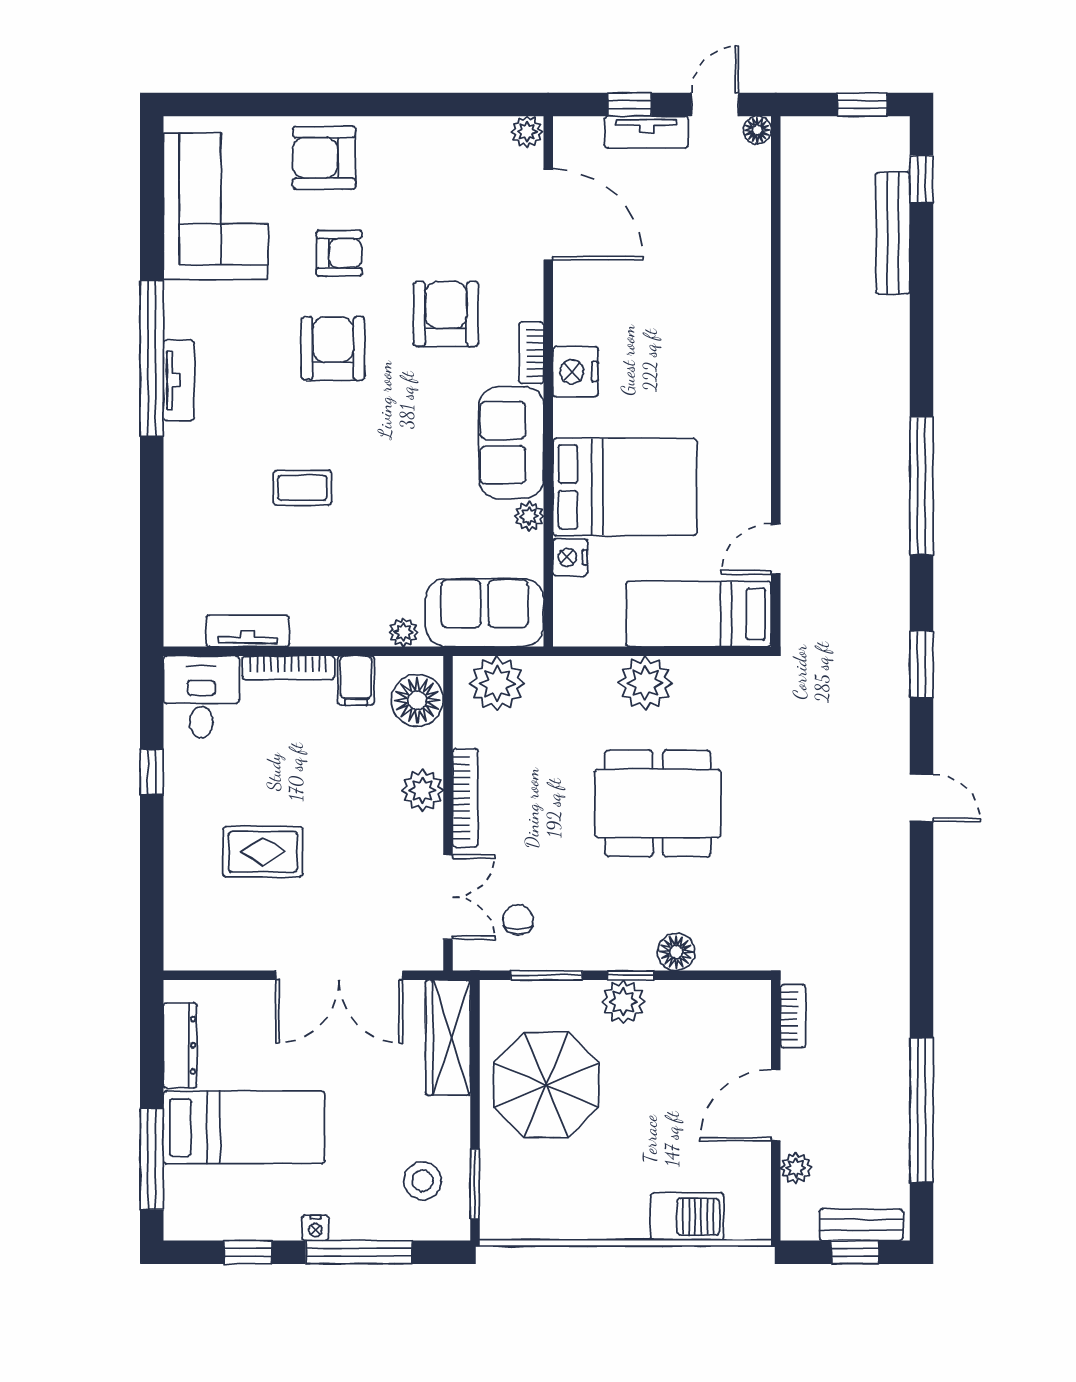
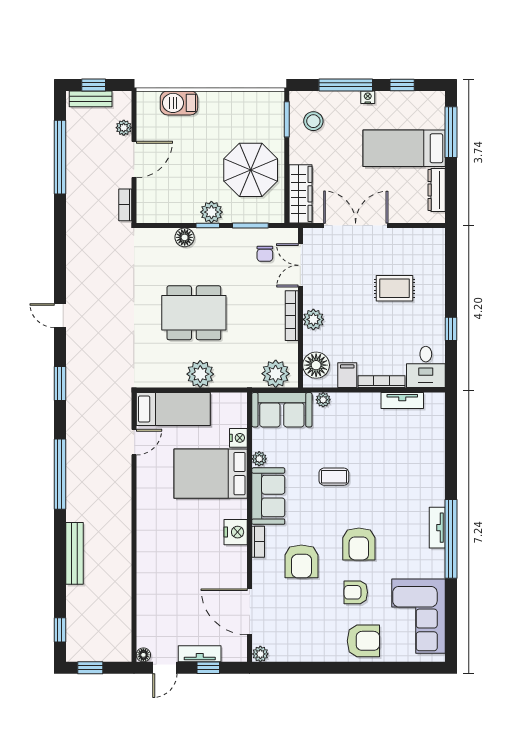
bench: (893, 233) -> (74, 553), moved
coffee table: (302, 488) -> (334, 477), moved

